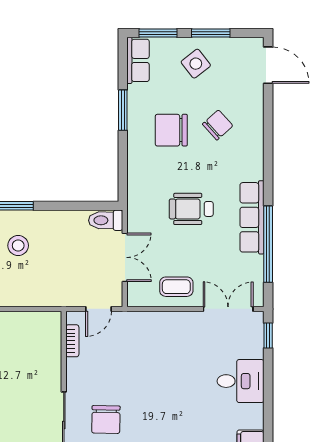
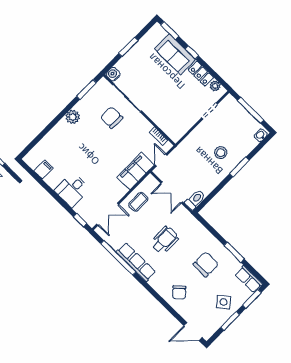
chair: (218, 125) -> (179, 292), moved
filing cabinet: (142, 327) -> (136, 171), added

